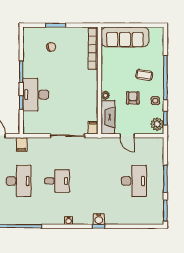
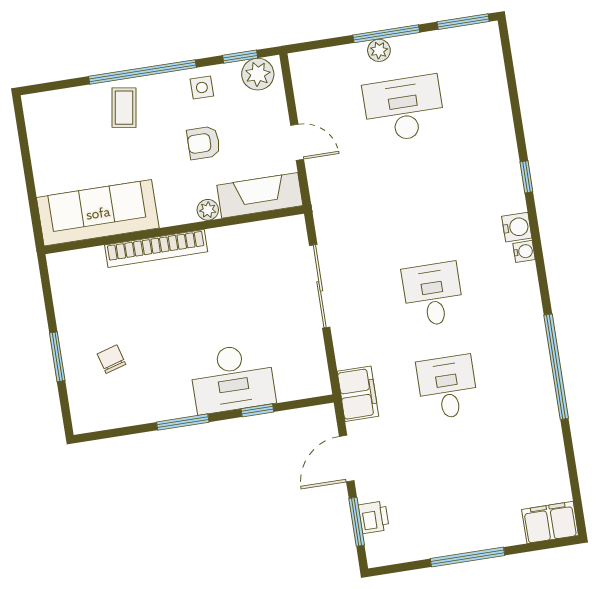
sofa: (125, 37) -> (98, 213), moved, turned -90
bookcase: (93, 49) -> (156, 248), moved
coffee table: (144, 75) -> (124, 108), moved
filing cabinet: (93, 128) -> (291, 228), removed
door: (127, 136) -> (297, 142), hinge flipped
filing cabinet: (22, 144) -> (358, 394), width x2.00
plant: (159, 175) -> (379, 50), added
desk: (19, 181) -> (447, 387), width x0.73
water cooler: (99, 219) -> (517, 227), moved

